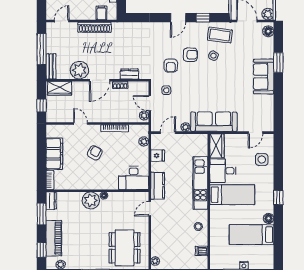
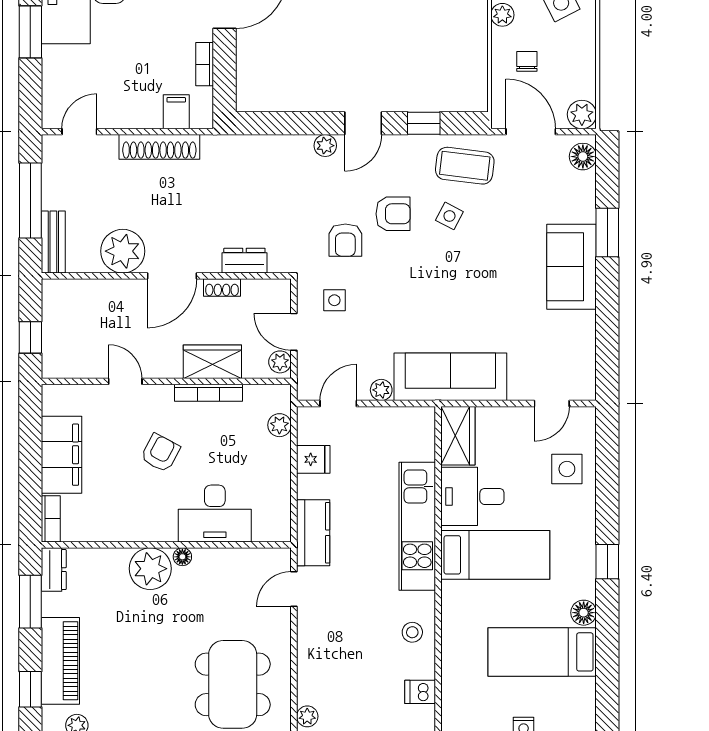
plant: (163, 27) -> (325, 146), added
wardrobe: (60, 88) -> (212, 362), moved, turned 180
desk: (134, 178) -> (215, 514), moved

